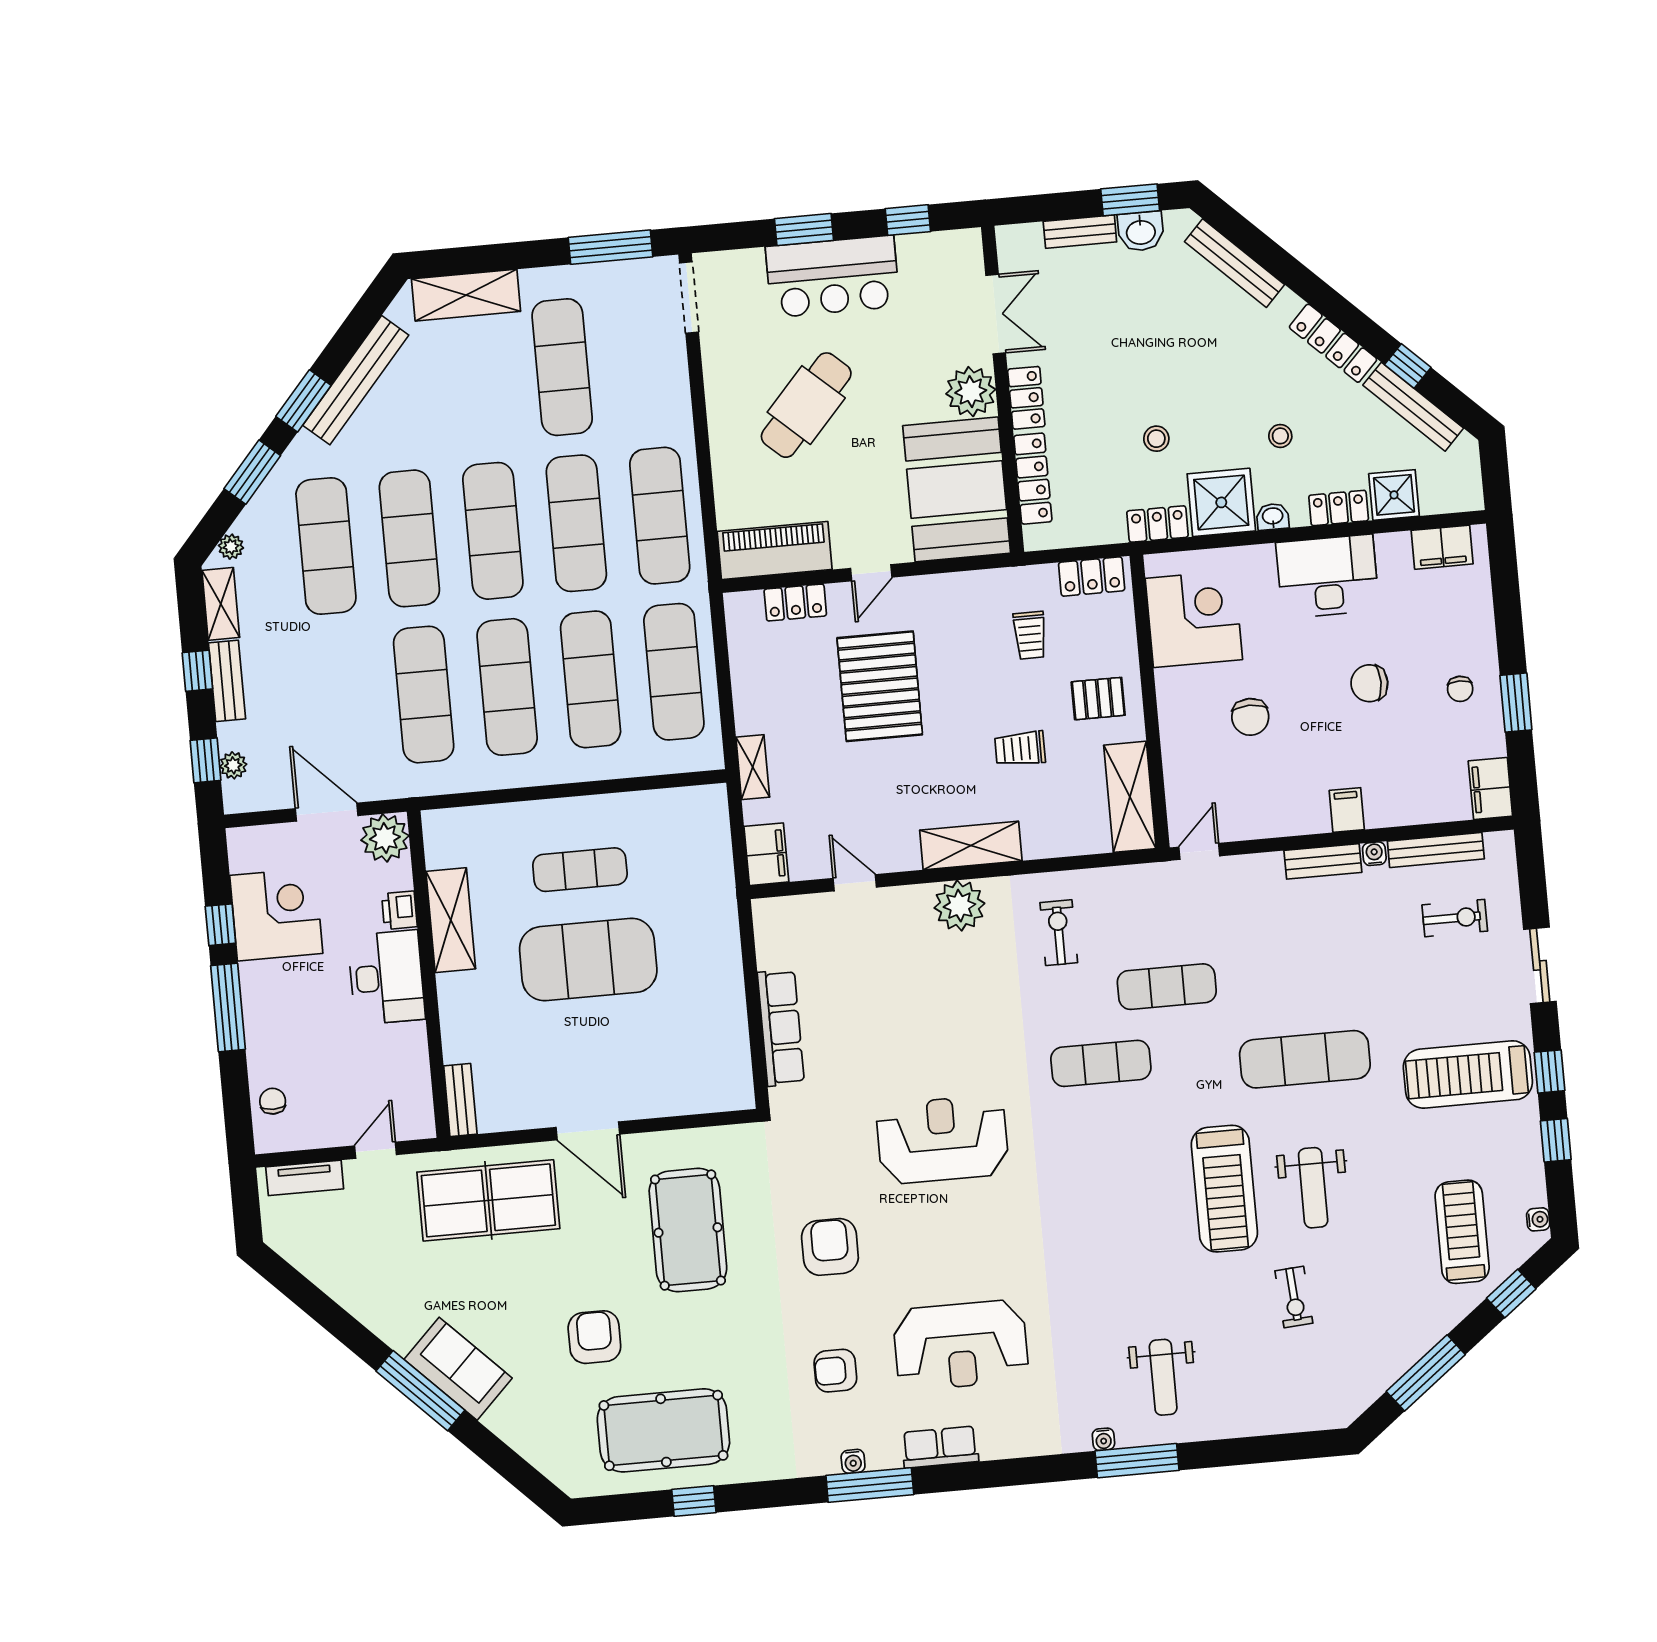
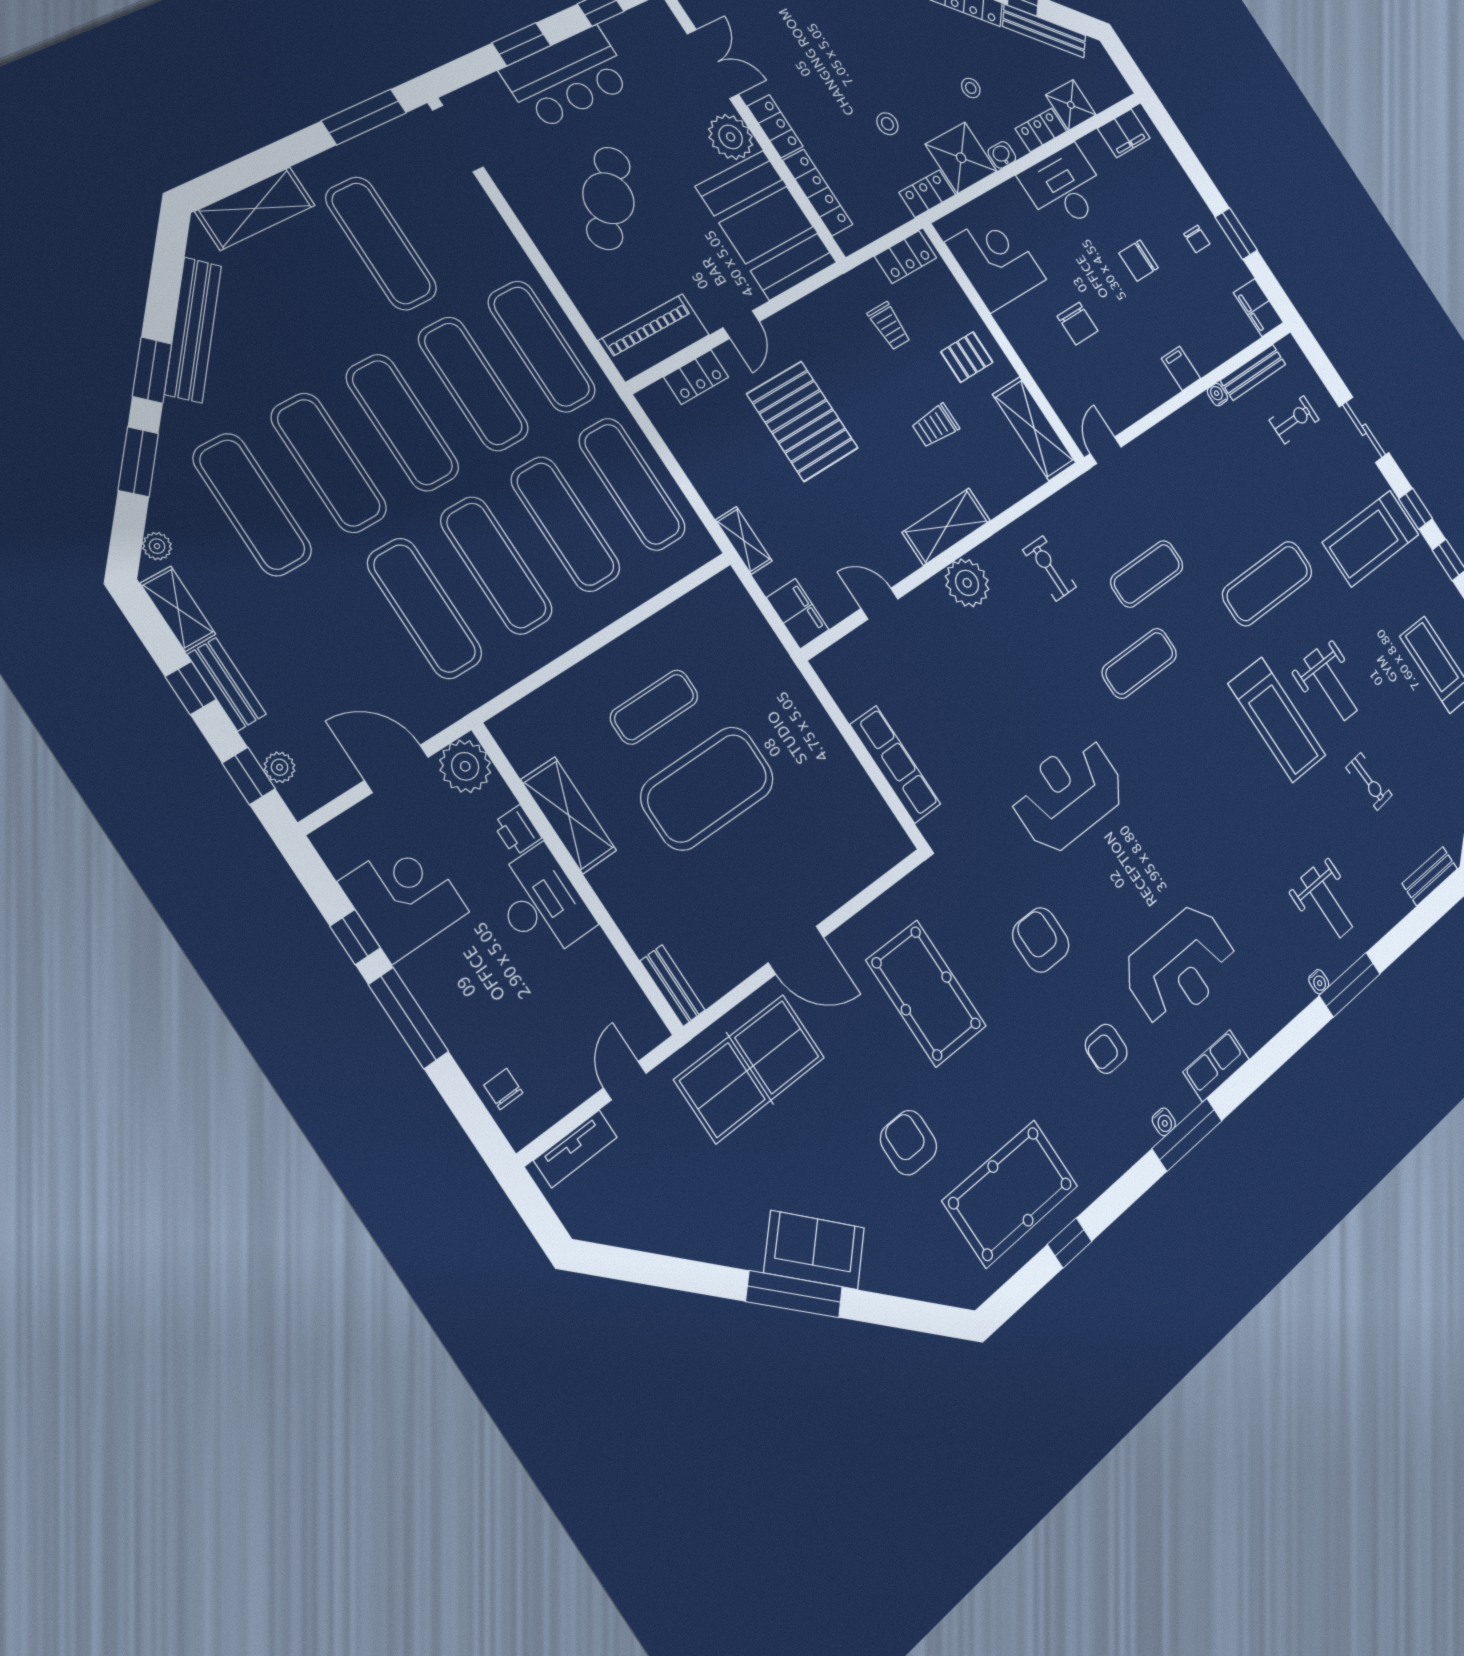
bench: (1323, 861) -> (1430, 876), moved

